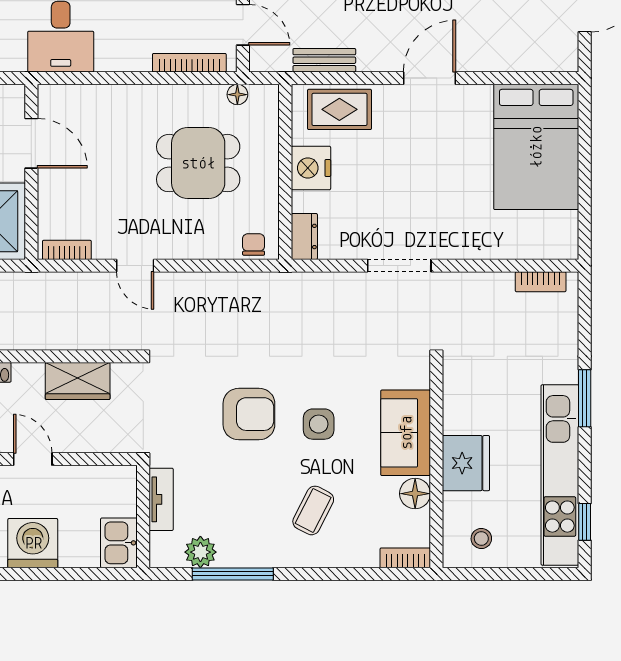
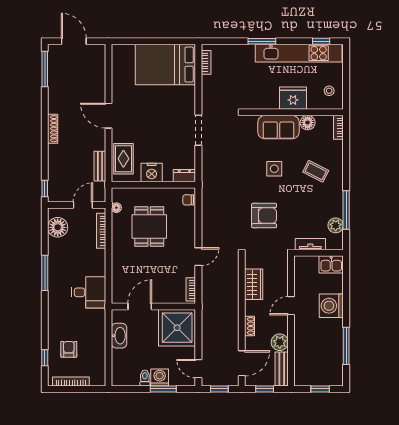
bed: (536, 147) -> (165, 65), moved, turned 180
armchair: (249, 414) -> (264, 216), moved, turned 90

